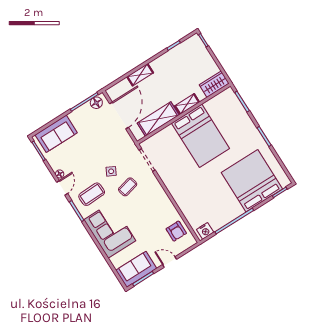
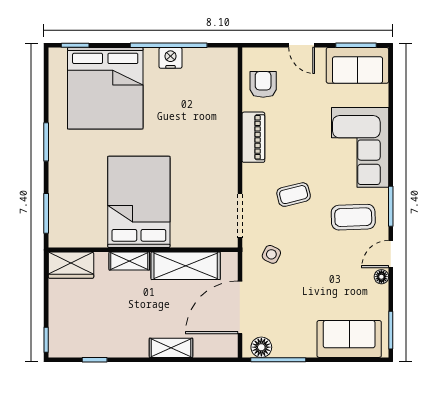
side table: (111, 171) -> (271, 254), moved
piano: (165, 202) -> (253, 137), added
nightstand: (205, 231) -> (171, 58), moved

